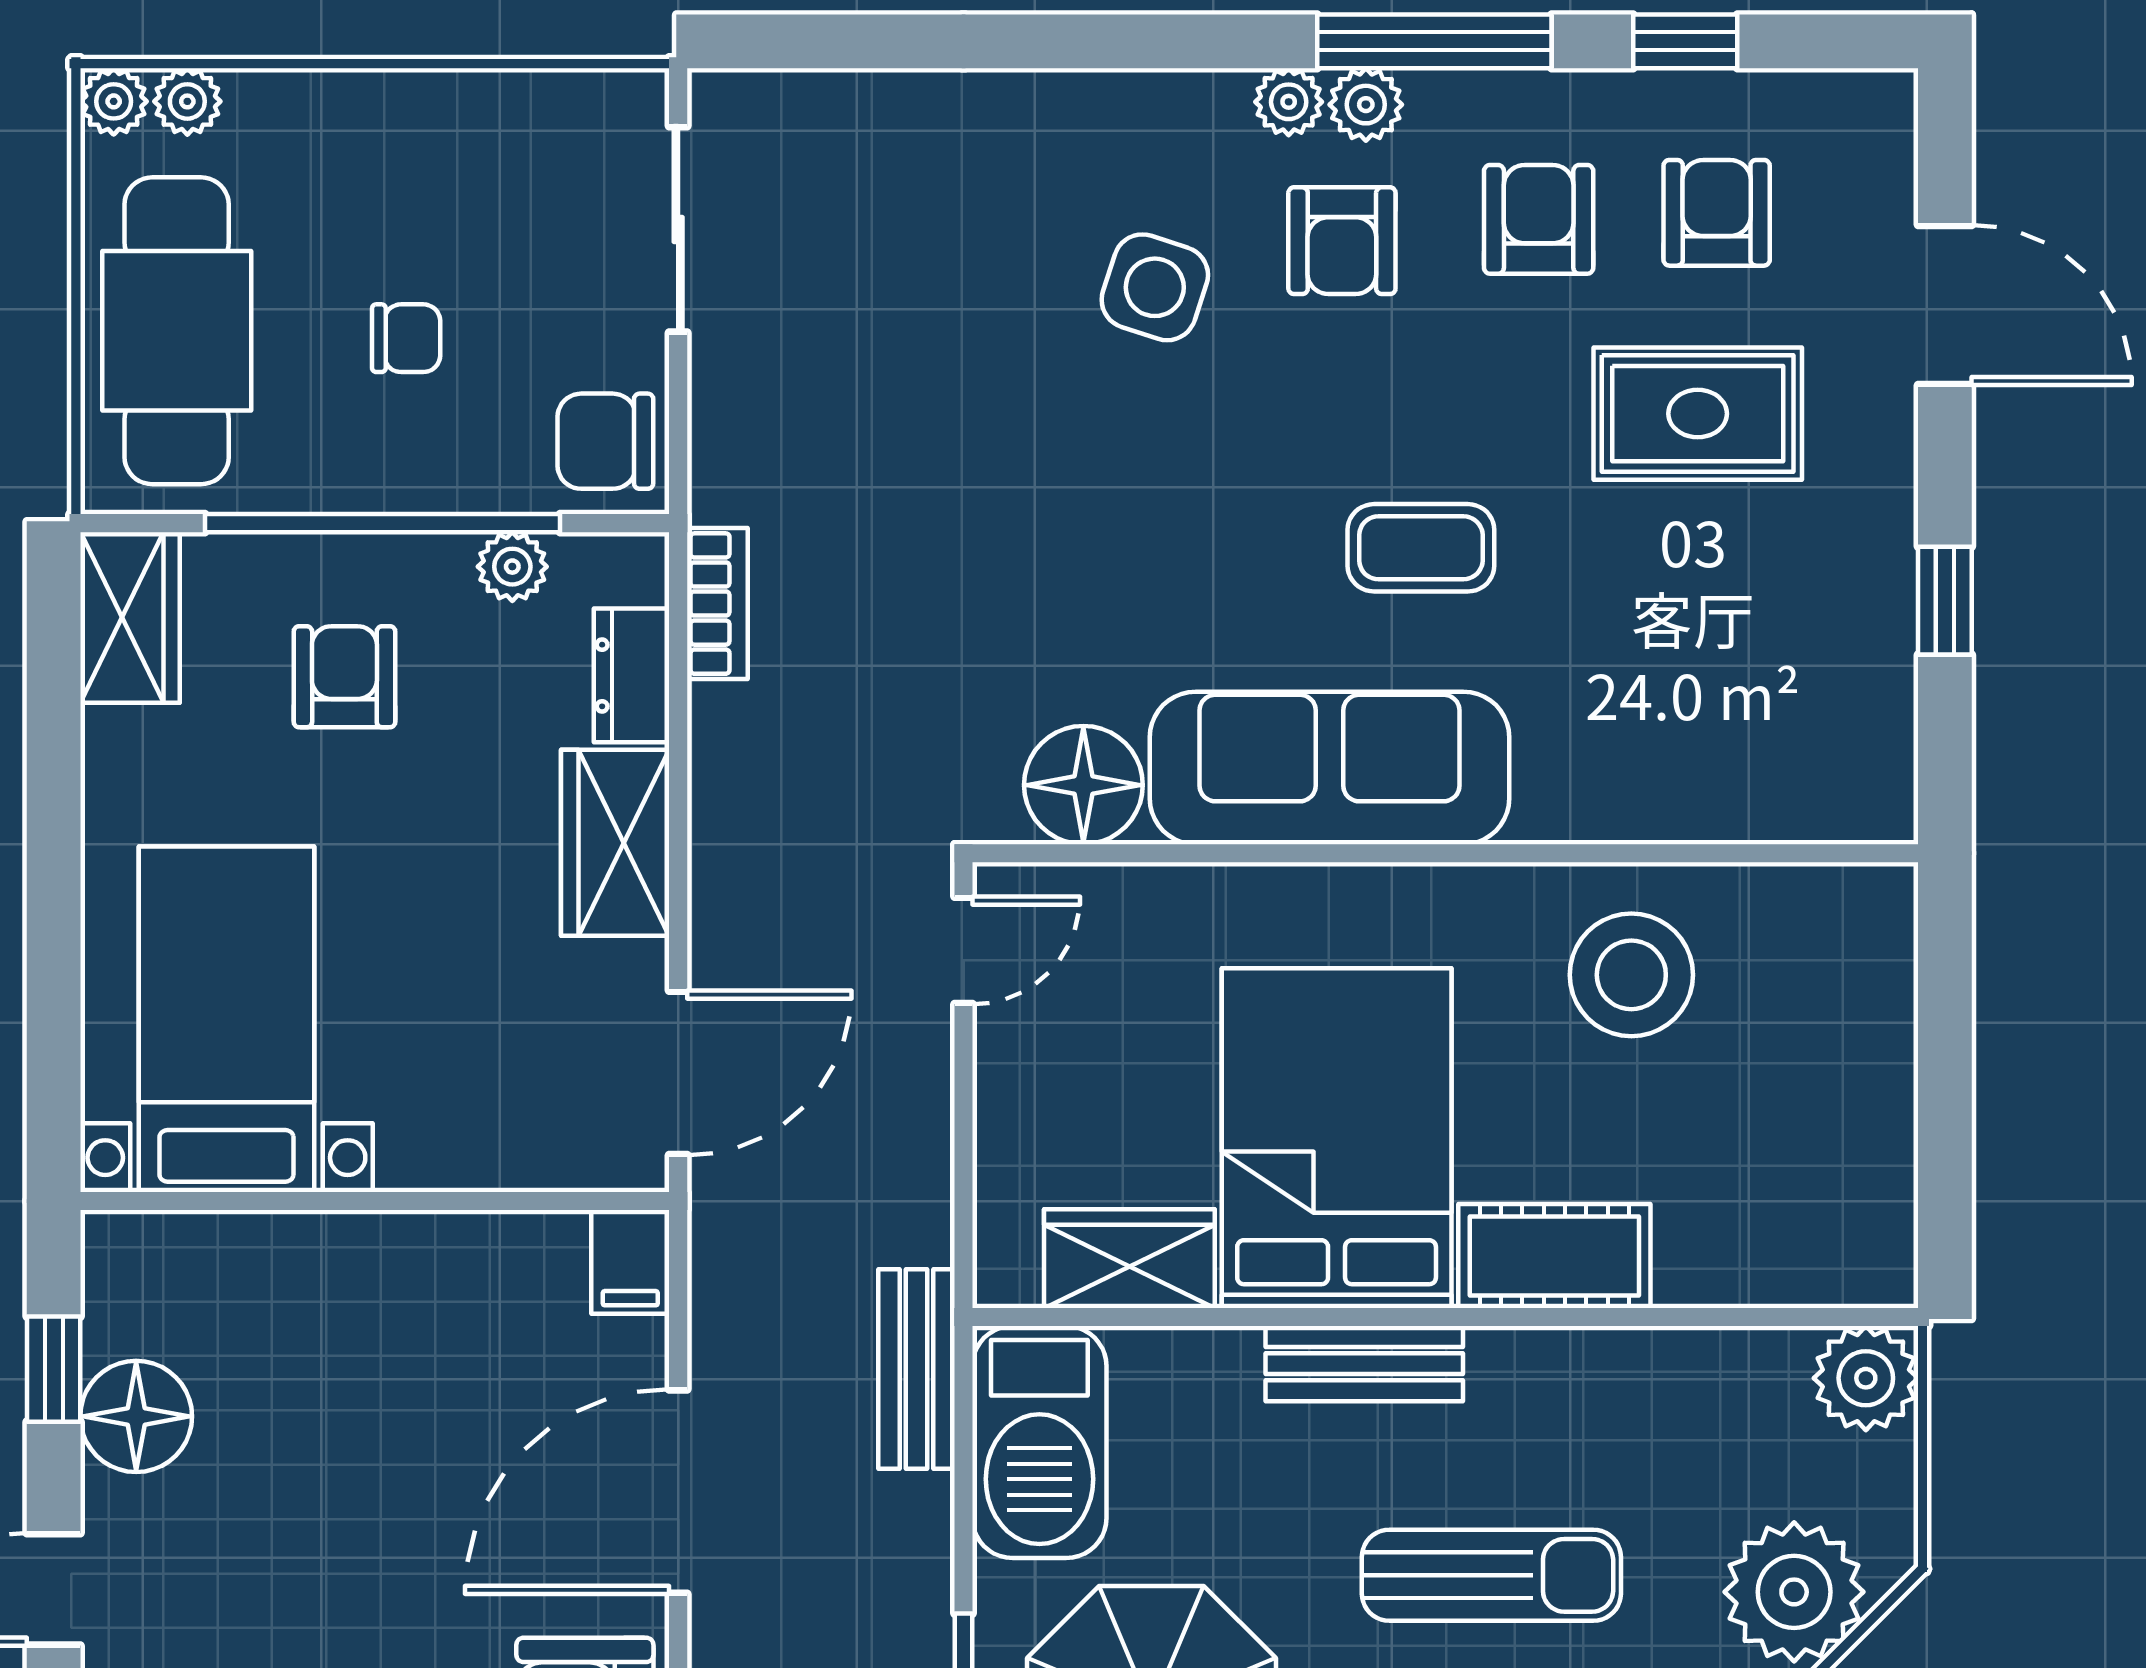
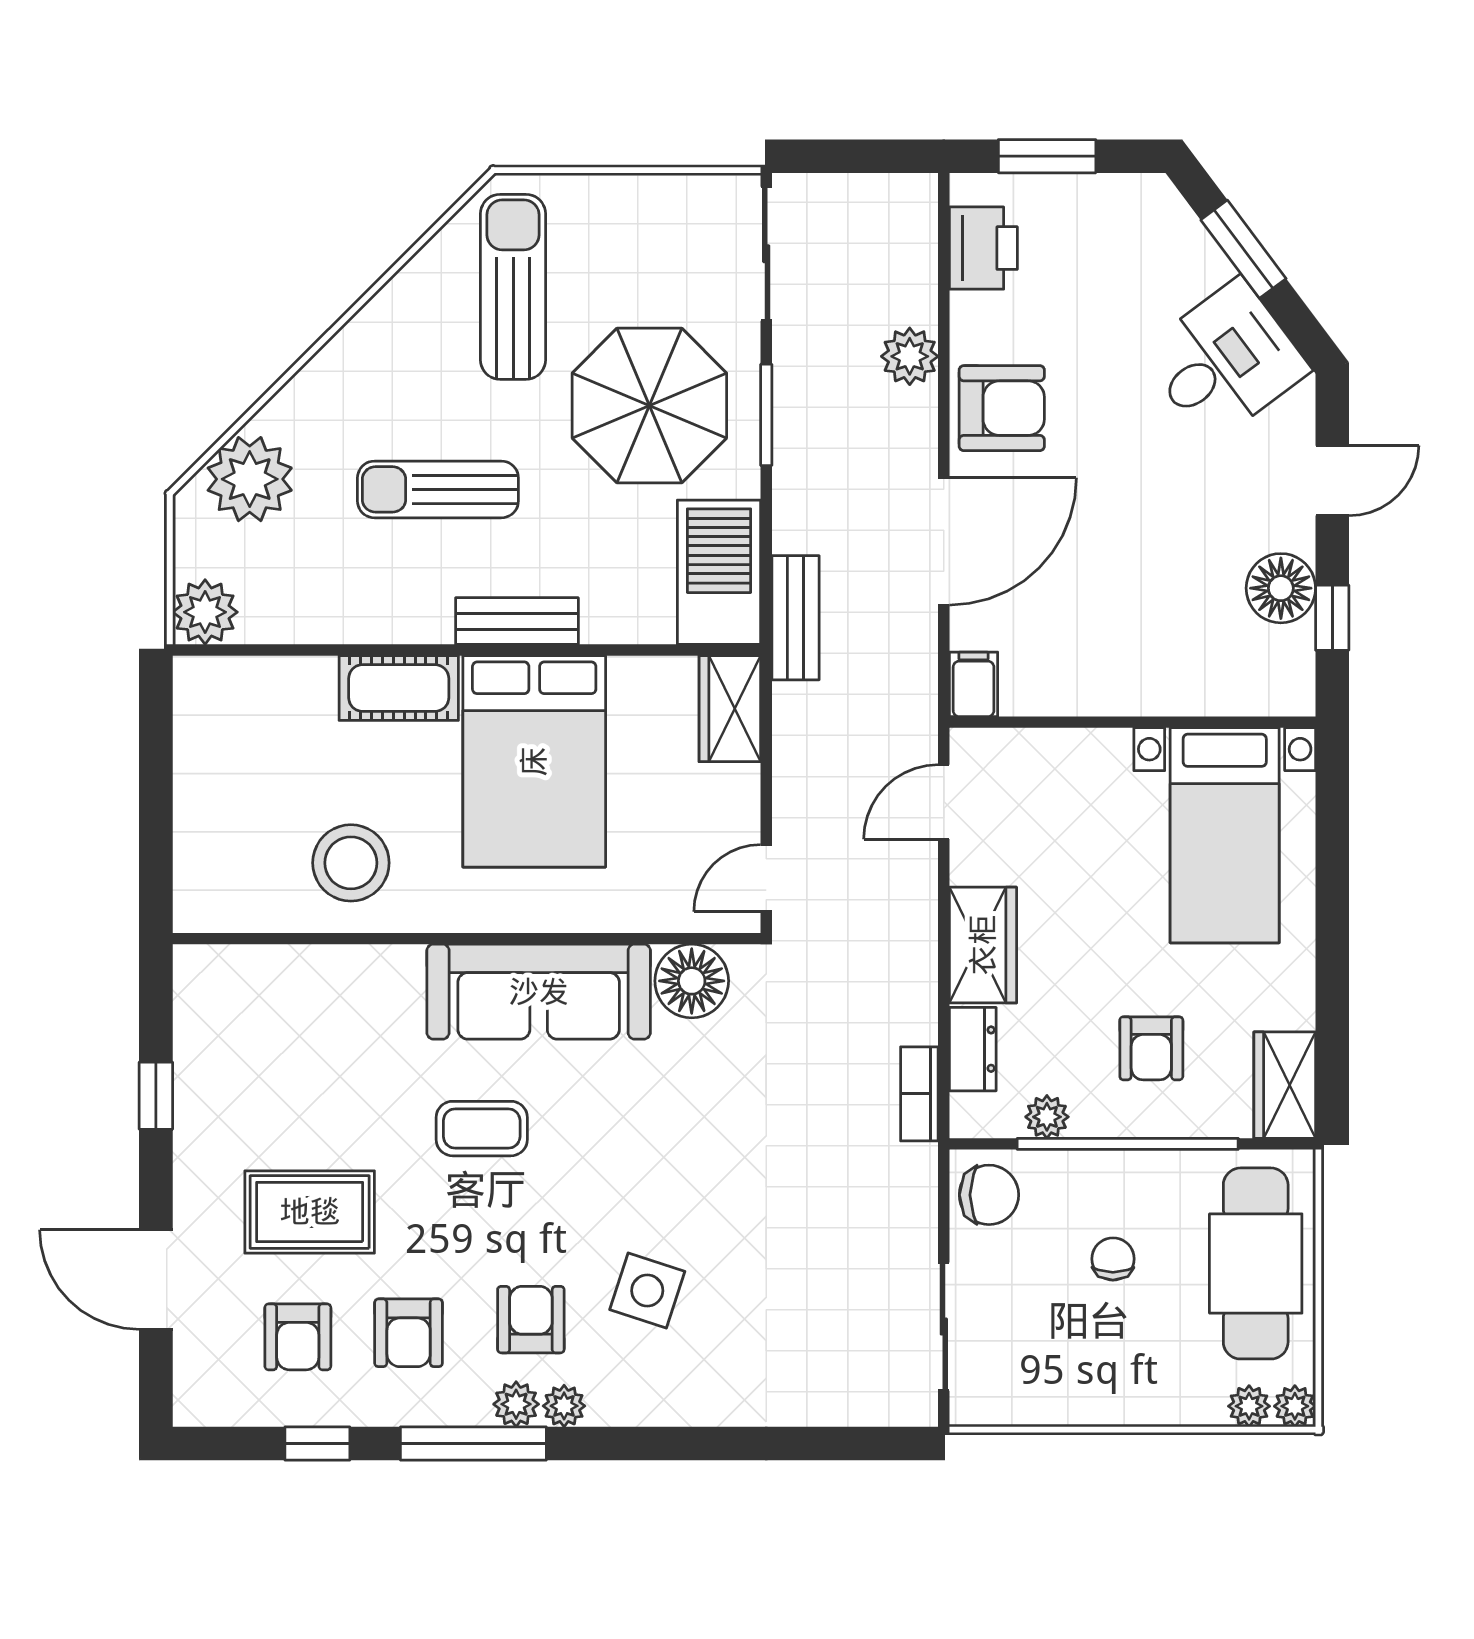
chair: (406, 338) -> (1113, 1259), turned 90
door: (678, 1073) -> (944, 802), width x0.73
wardrobe: (1129, 1259) -> (730, 709), moved, turned 90

